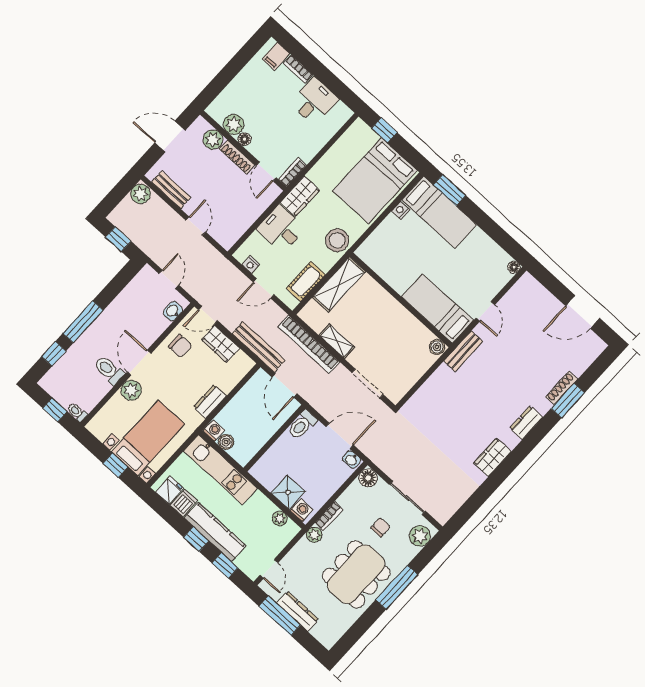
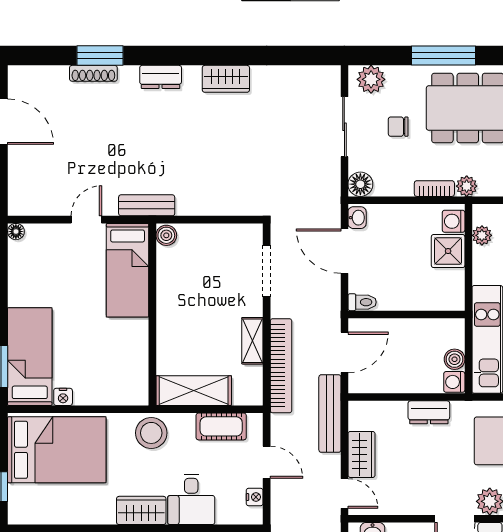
chair: (180, 346) -> (401, 493), removed
toilet: (302, 425) -> (362, 302), width x0.73, depth x0.72

